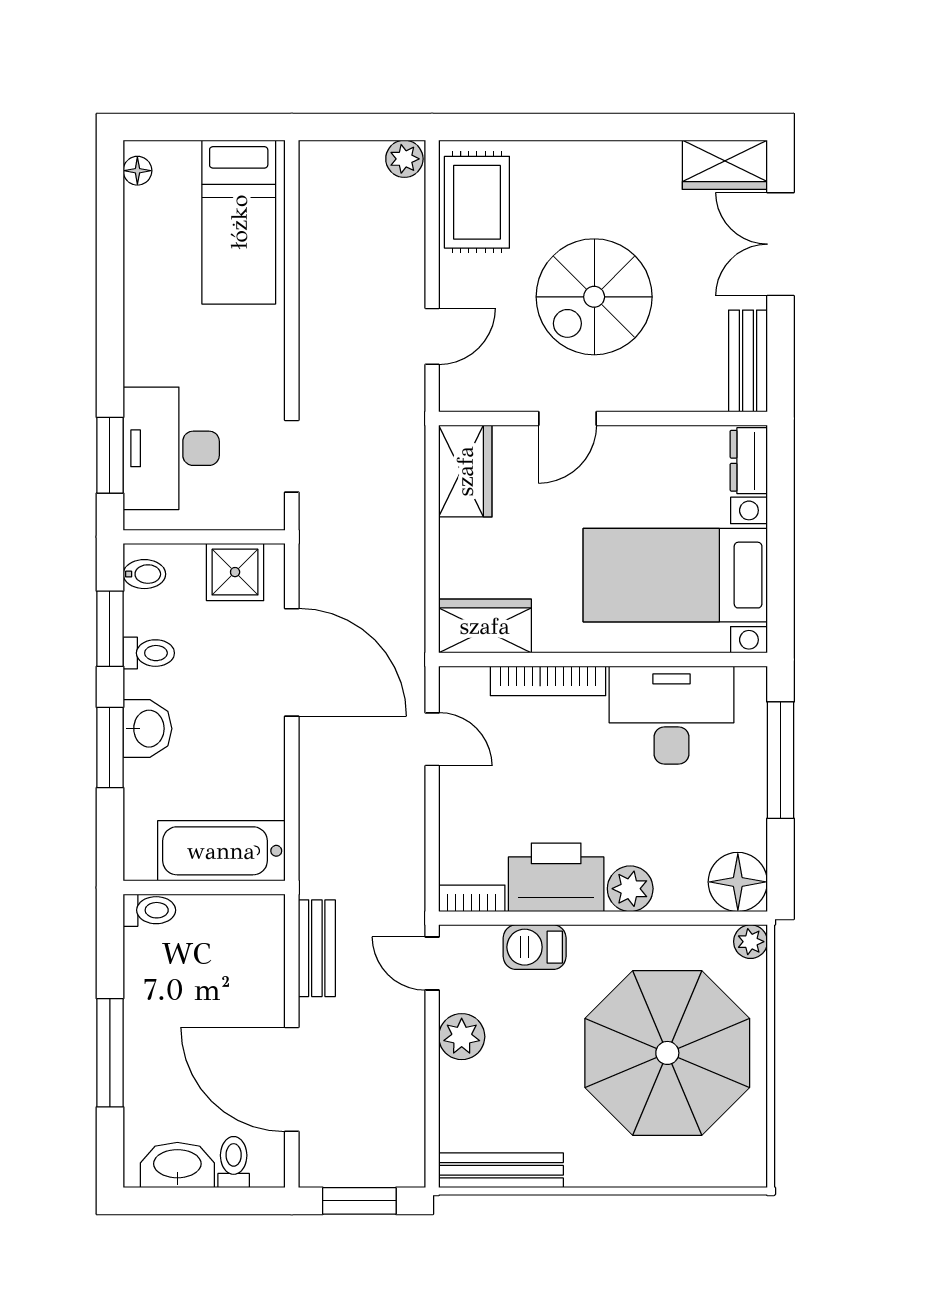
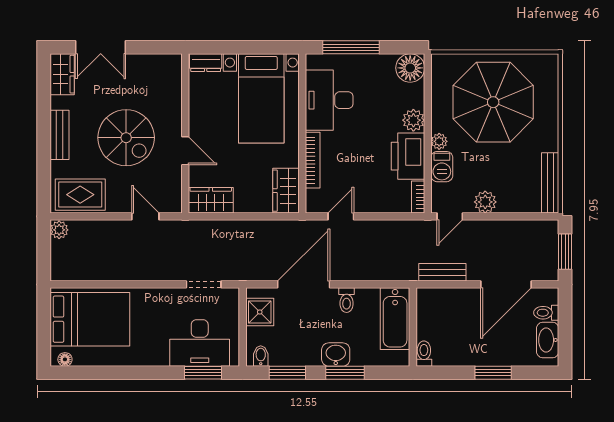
bed: (239, 222) -> (90, 319), width x1.50
bench: (748, 361) -> (60, 135), moved, turned 90
toilet: (149, 653) -> (347, 300), moved, turned 180
plant: (751, 942) -> (439, 141), moved
window: (110, 1053) -> (493, 373), width x0.69

